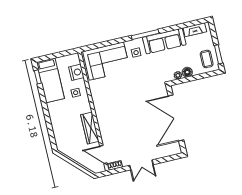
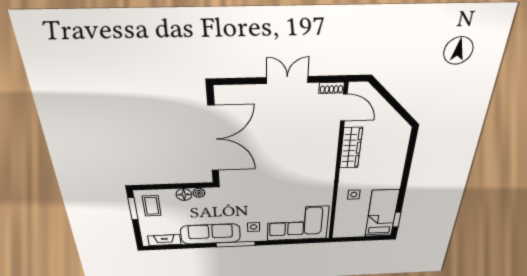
nightstand: (76, 72) -> (343, 217), removed

